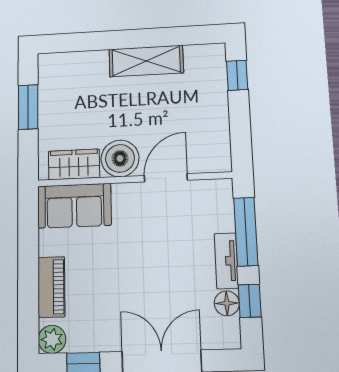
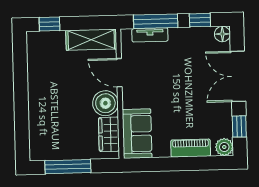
shelving: (146, 61) -> (91, 40), moved, turned 90
window: (28, 107) -> (68, 167), width x1.44
tv unit: (226, 261) -> (150, 35), moved
floor lamp: (227, 303) -> (222, 34), moved

